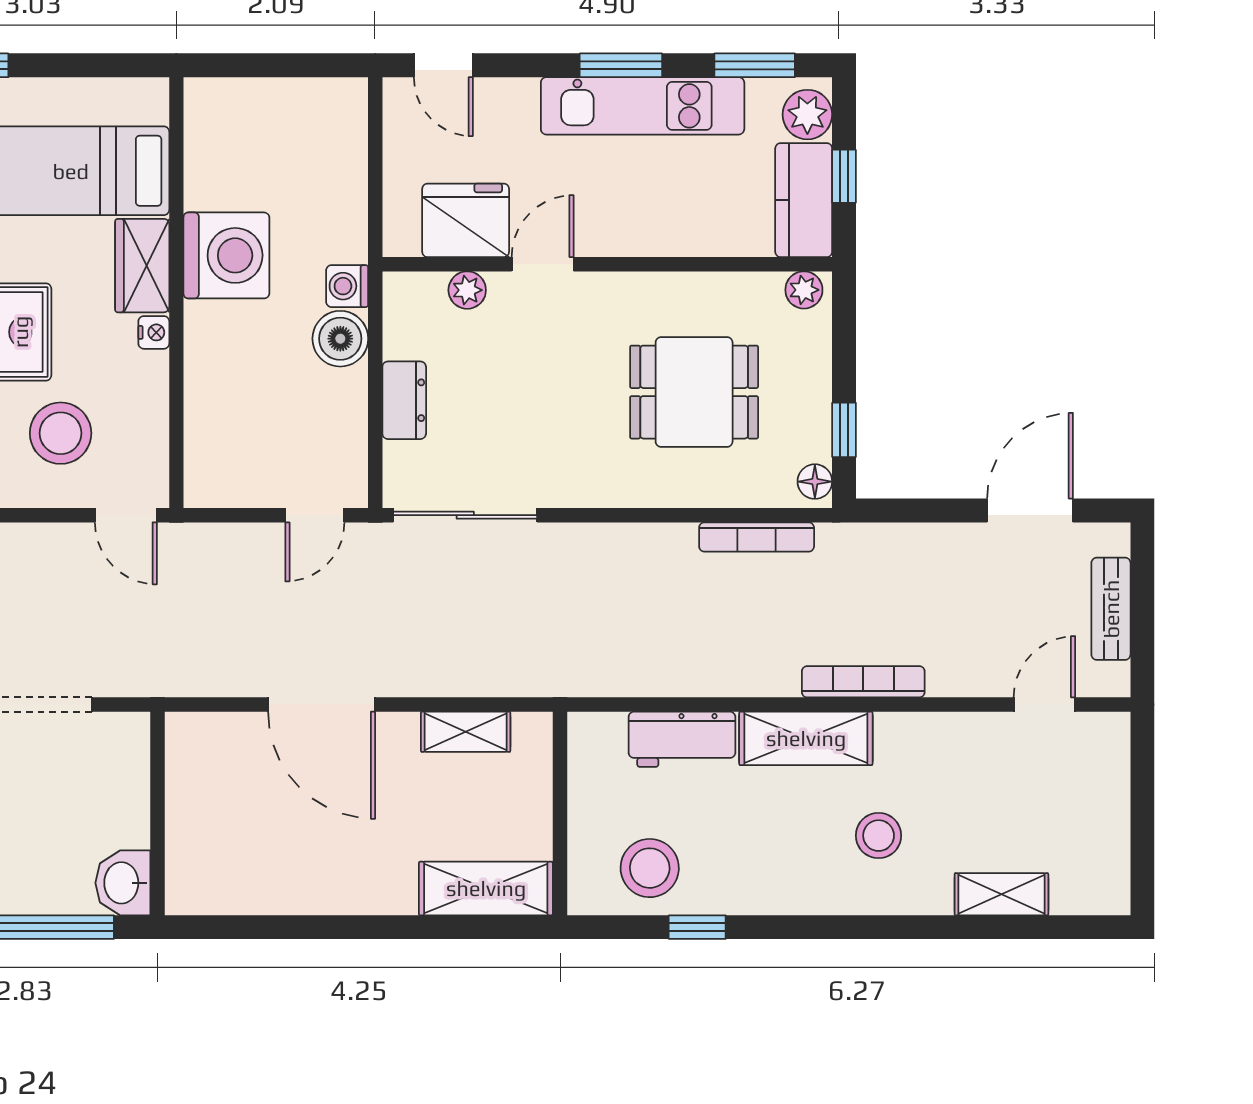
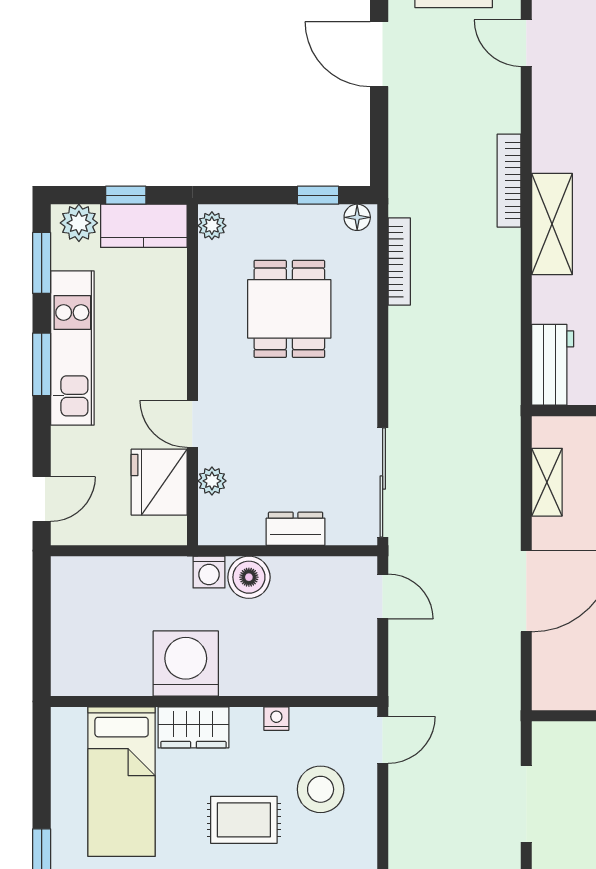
nightstand: (154, 332) -> (276, 719), moved
workbench: (682, 739) -> (553, 365), moved

